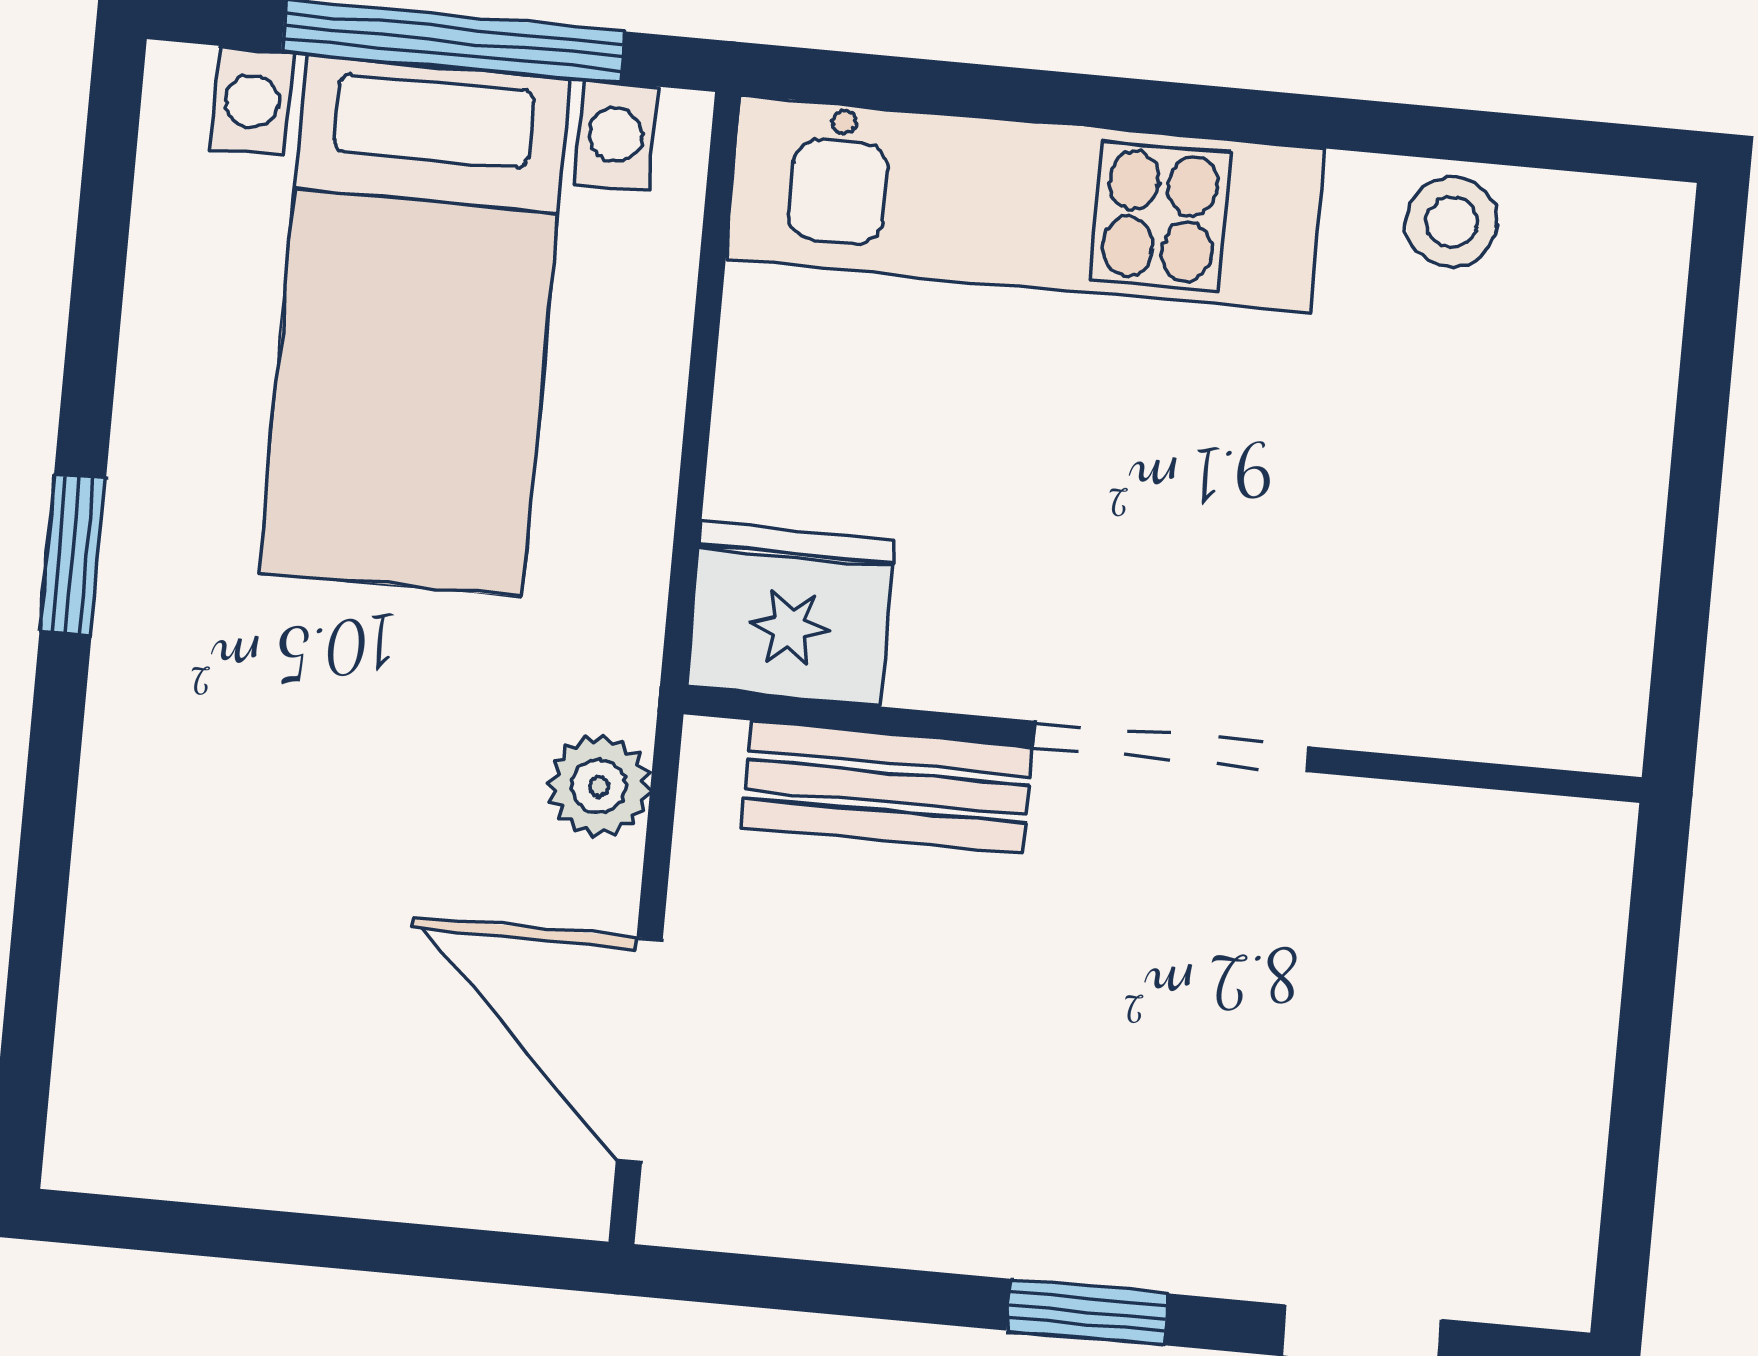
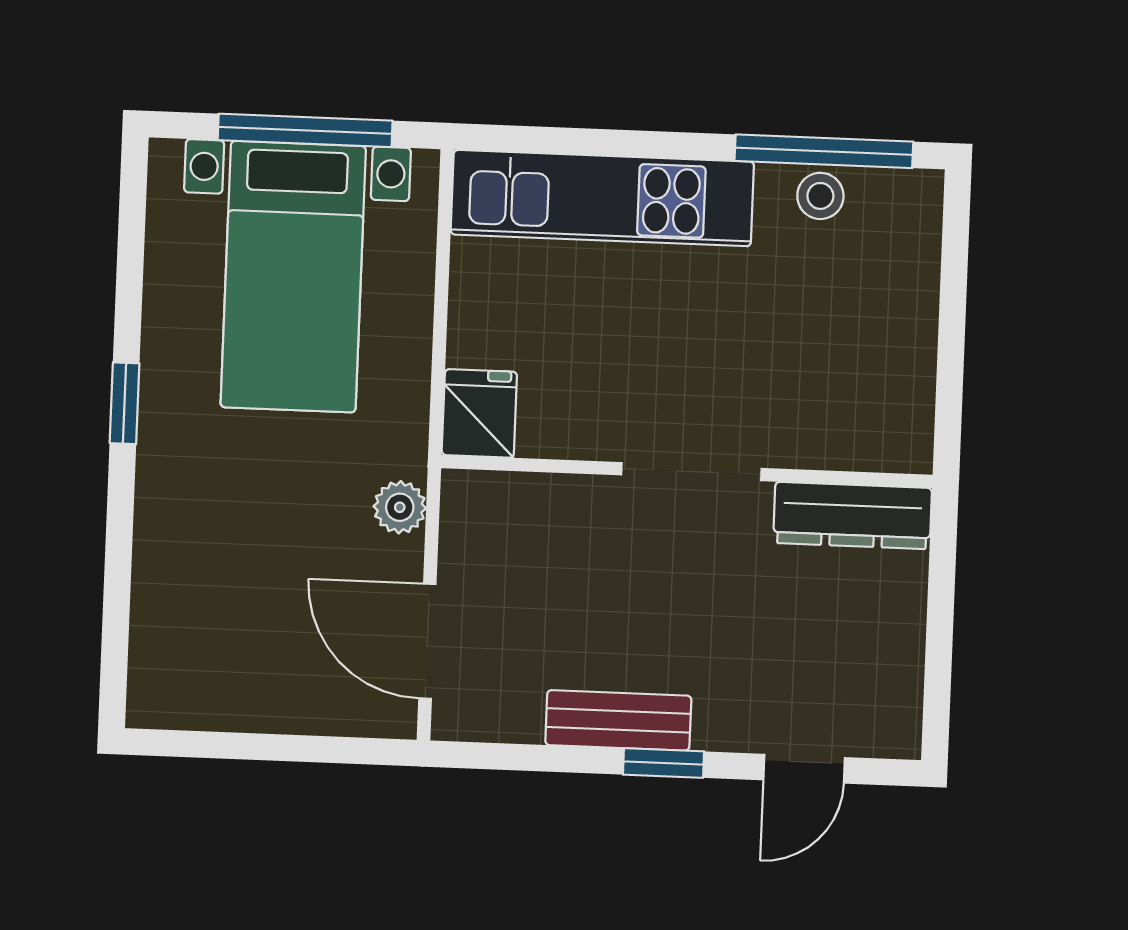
window: (1463, 135) -> (824, 151), added
fridge: (791, 614) -> (479, 413), width x0.72
bench: (887, 787) -> (618, 720), moved
dresser: (1481, 849) -> (853, 515), added

